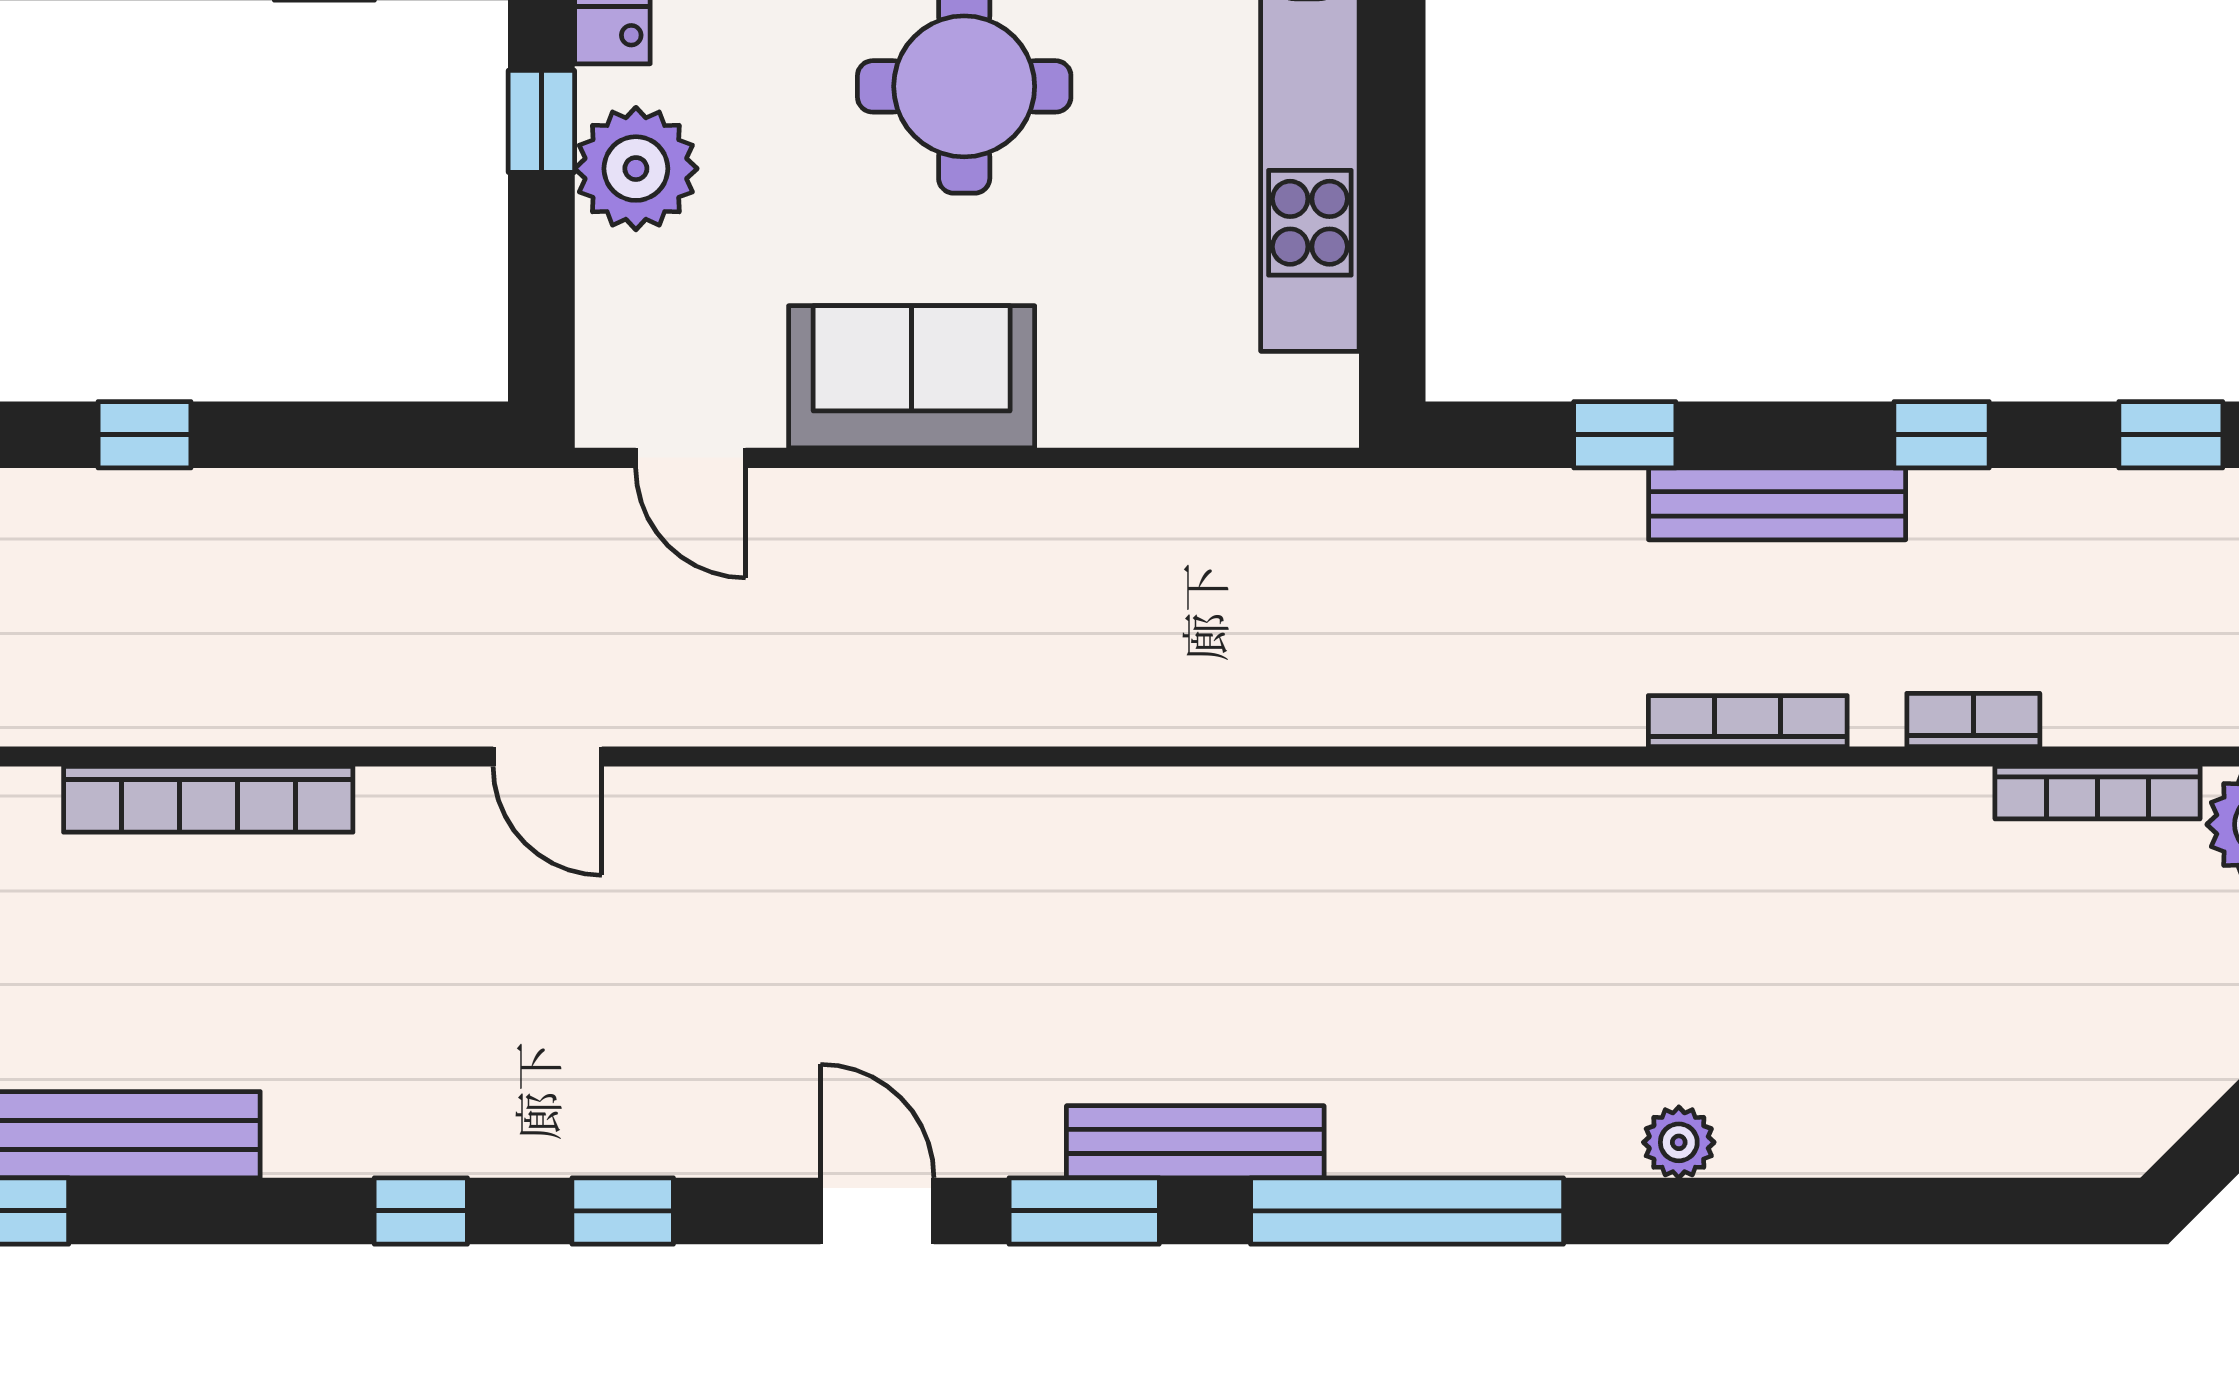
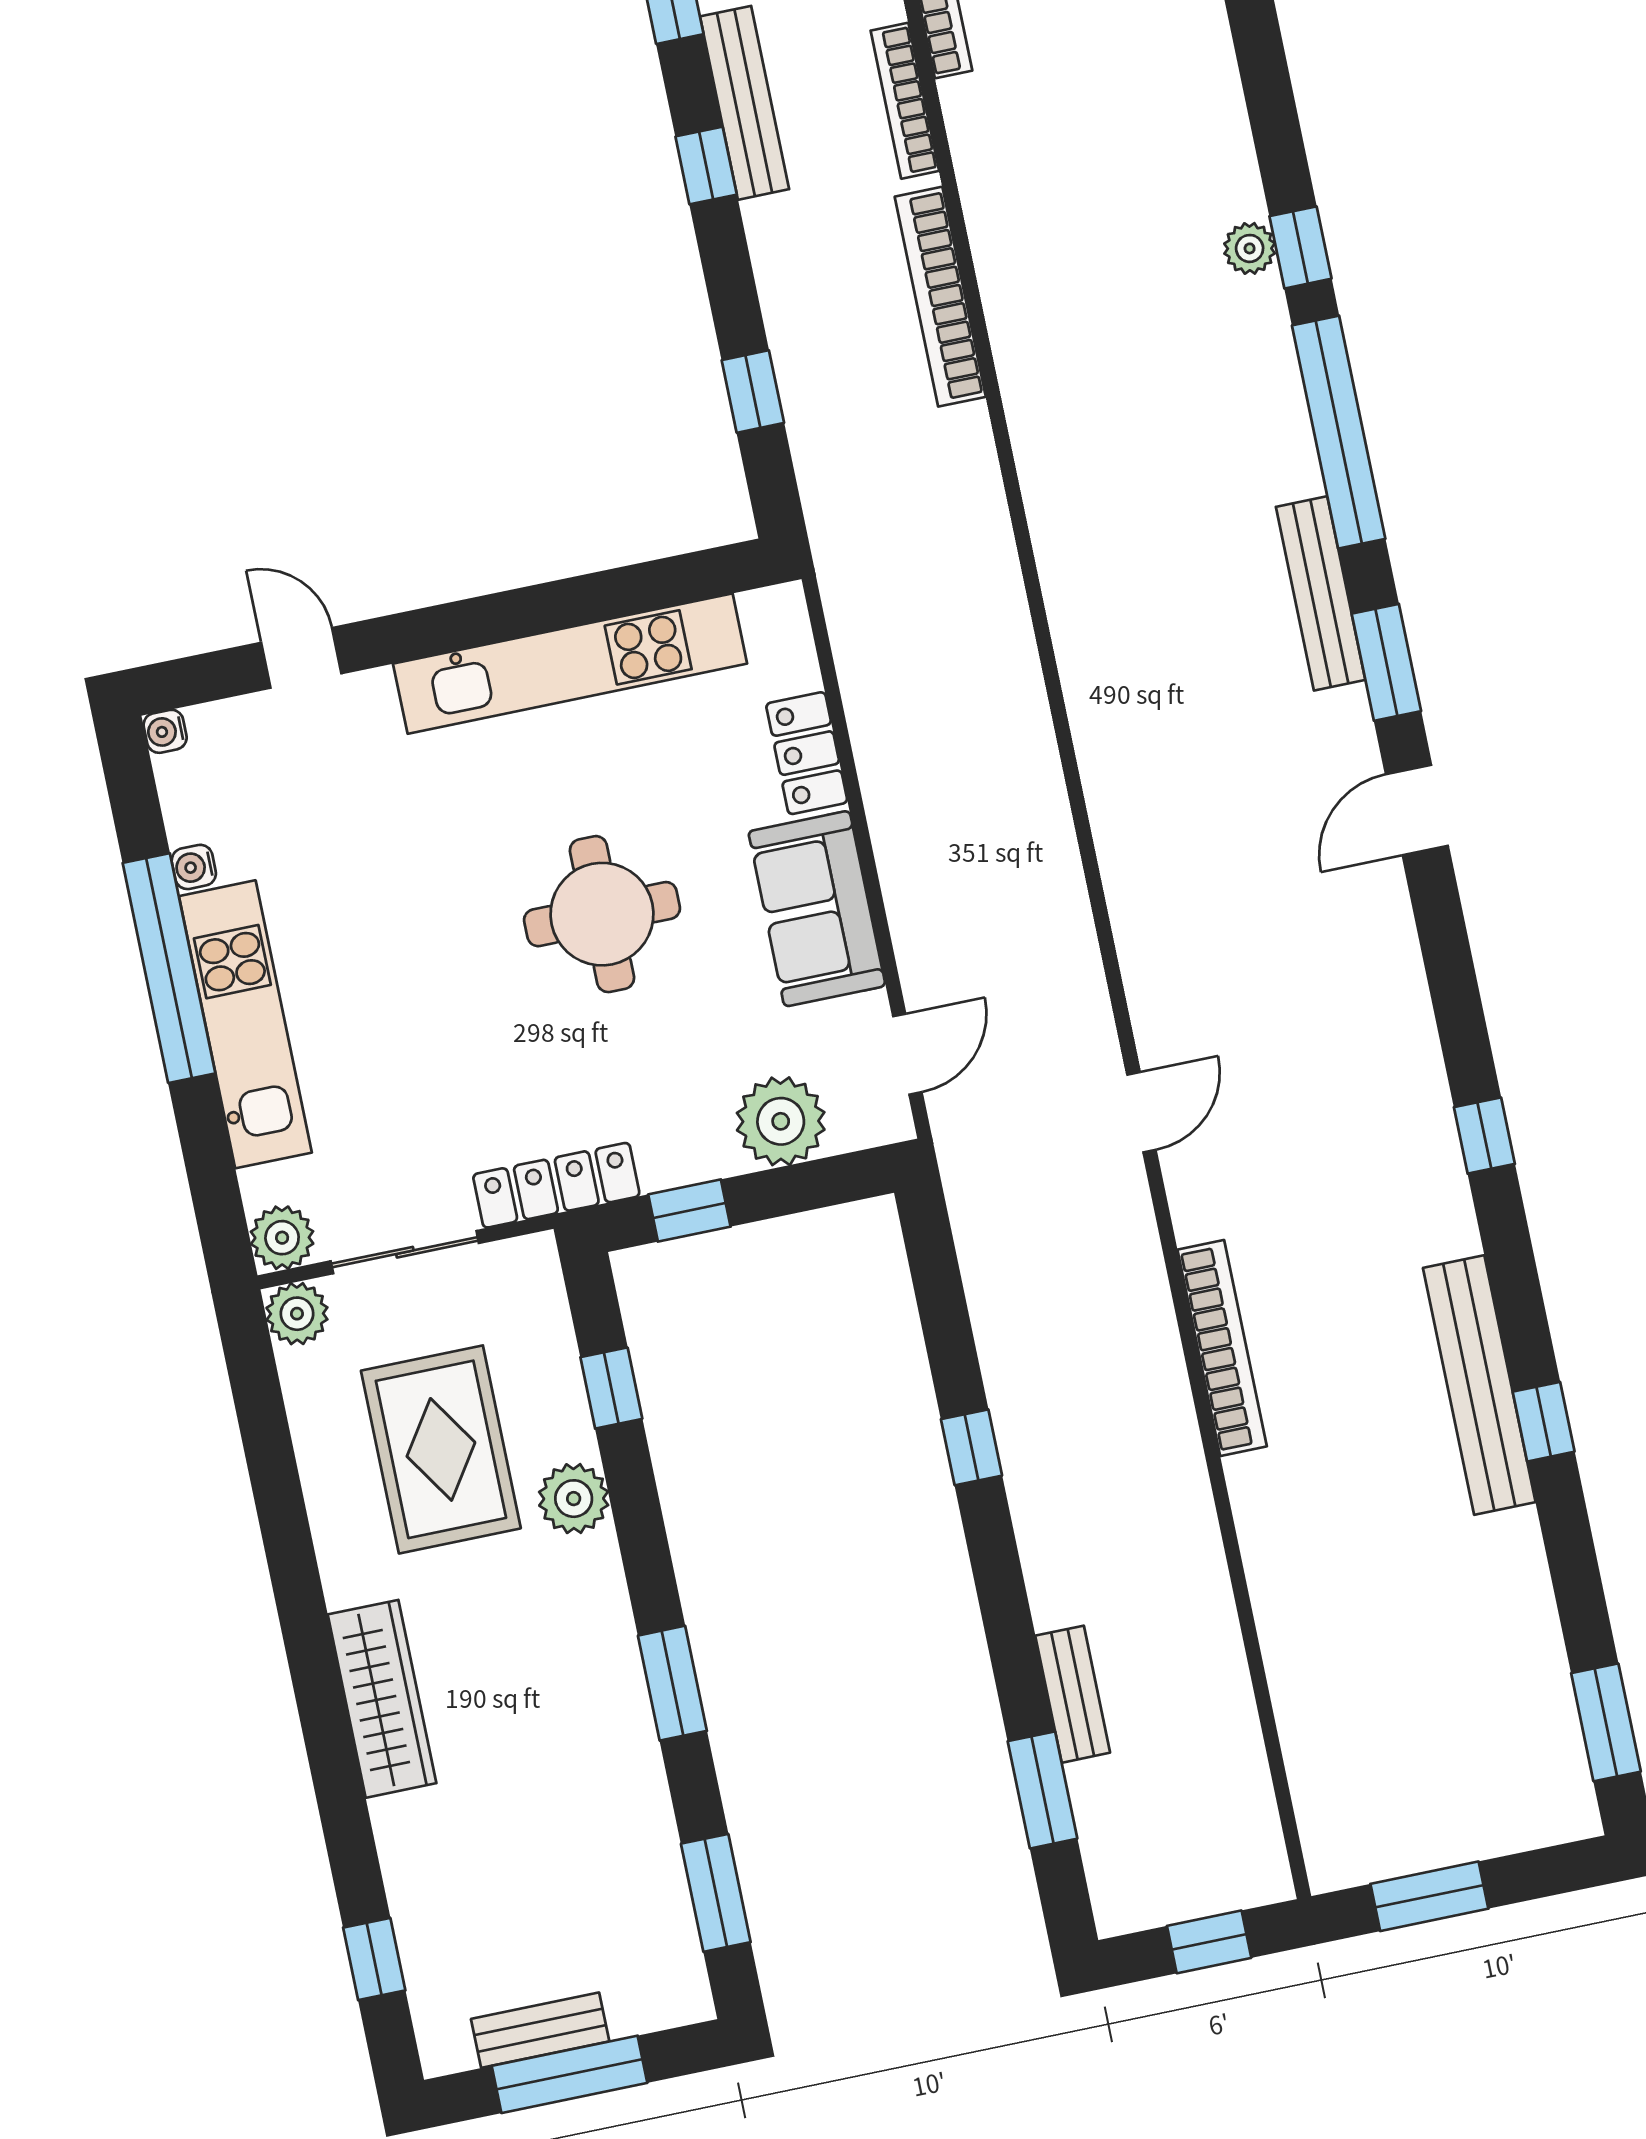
plant: (636, 169) -> (781, 1121), moved
locker: (1124, 406) -> (807, 753), added
bench: (1777, 504) -> (745, 103), moved
bookcase: (1973, 720) -> (905, 101), width x1.56
bookcase: (1748, 721) -> (940, 297), width x1.48, depth x1.31
window: (623, 1211) -> (1300, 247), moved

